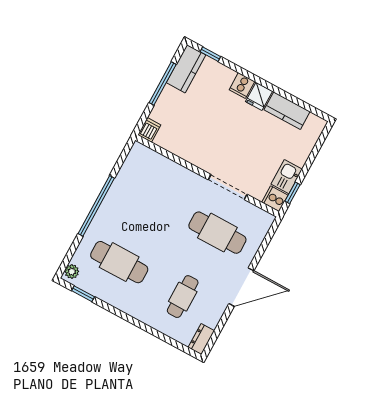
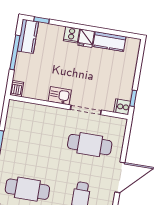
kitchen sink: (287, 177) -> (60, 96), moved, turned 90

